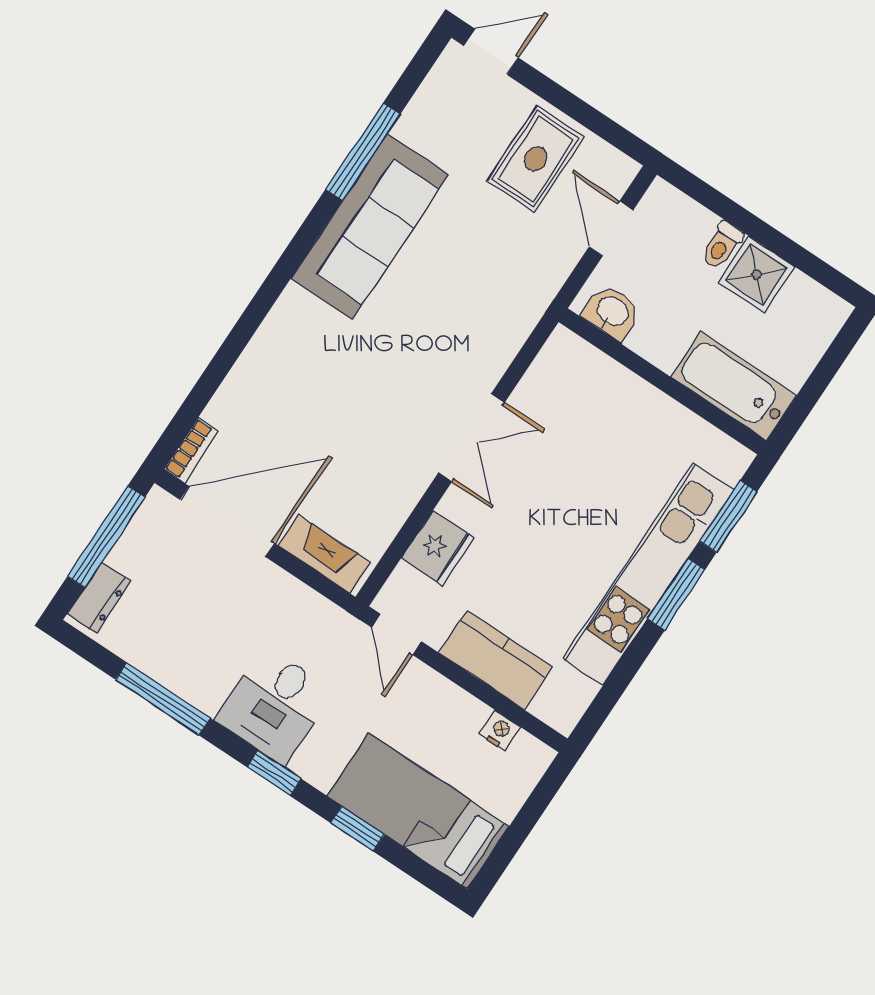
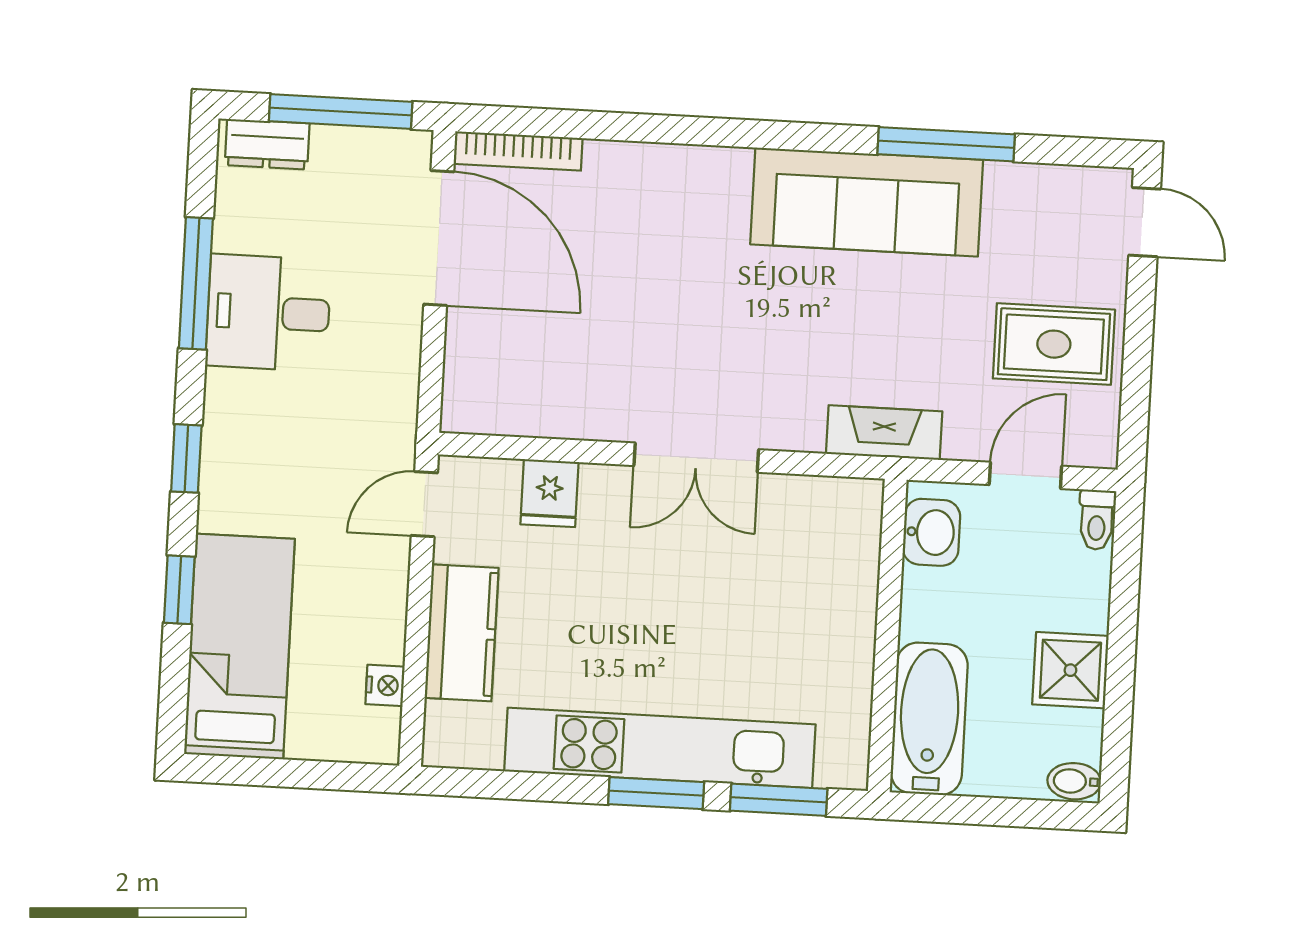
toilet: (722, 245) -> (1097, 520), moved, turned -90
bidet: (831, 315) -> (1074, 781), added
bookcase: (191, 450) -> (518, 151), width x1.56
fridge: (438, 548) -> (549, 493), width x0.72
fireplace: (324, 554) -> (884, 433), moved, turned -90
desk: (274, 705) -> (268, 313), moved

